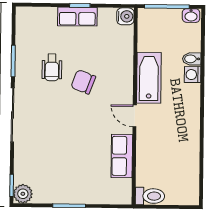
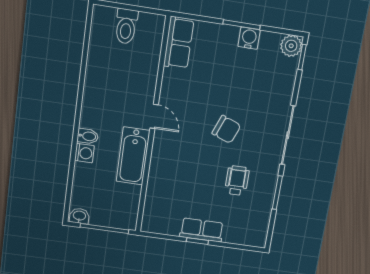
water cooler: (125, 16) -> (249, 38), moved, turned 90
bidet: (192, 59) -> (88, 136), moved
chair: (83, 82) -> (226, 129), moved
row of seats: (122, 156) -> (179, 43), moved
toilet: (150, 196) -> (126, 26), moved, turned -90

